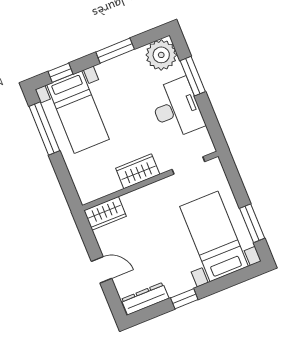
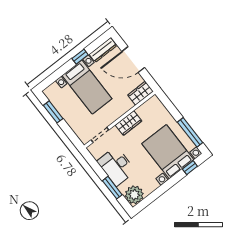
window: (115, 51) -> (162, 190), removed
bed with nightstands: (78, 112) -> (168, 152), width x1.36
bed with nightstands: (214, 236) -> (87, 87), moved
door: (101, 270) -> (133, 60), width x1.87

